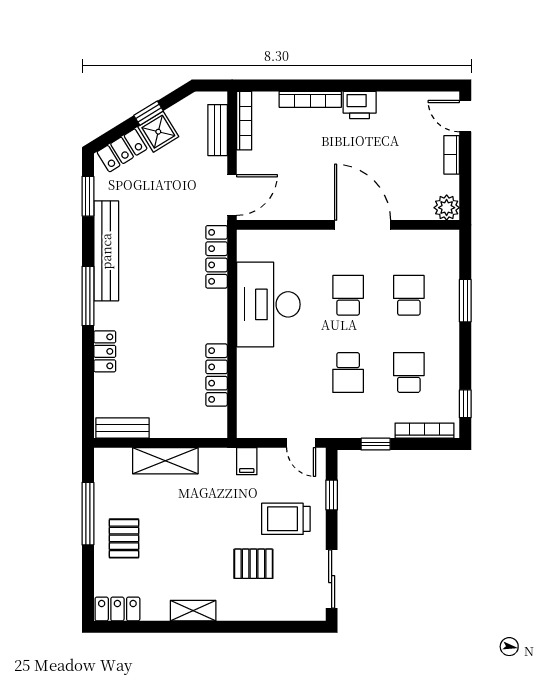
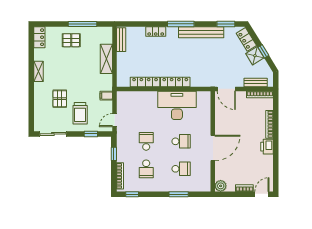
locker: (217, 257) -> (175, 82), moved
school desk: (348, 372) -> (146, 141), turned 90
school desk: (409, 372) -> (146, 169), turned 90
trolley: (286, 519) -> (80, 113), turned 180

